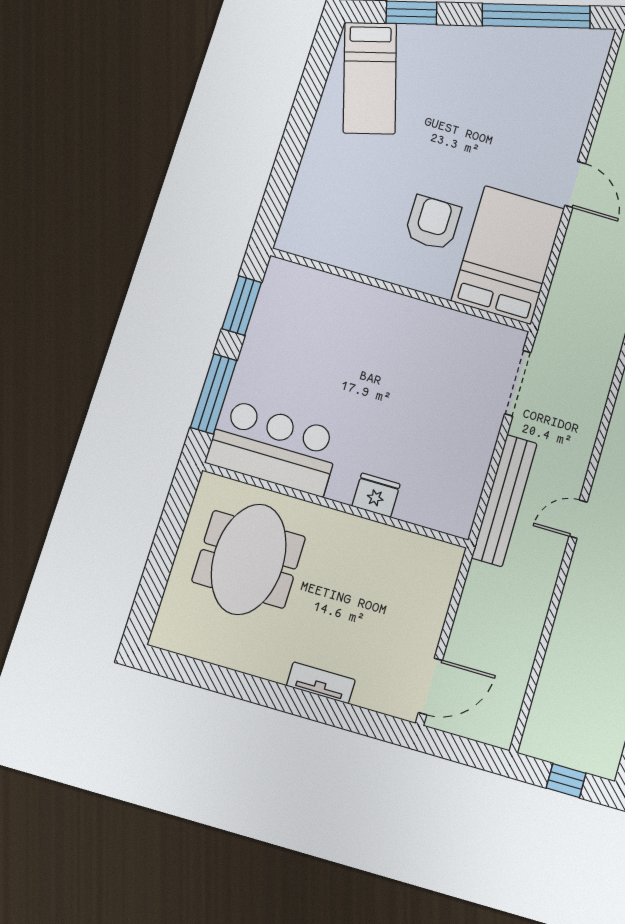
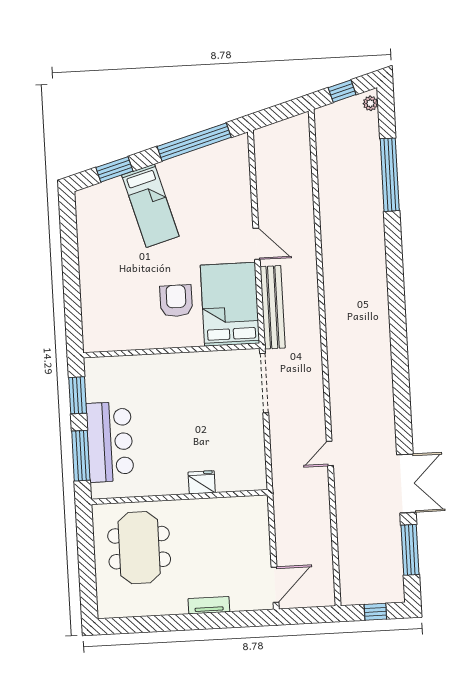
bed: (370, 78) -> (150, 206), moved
doorway: (518, 383) -> (264, 383), width x1.36
bar counter: (274, 448) -> (110, 442), moved, turned 90
bench: (504, 500) -> (273, 307), moved

